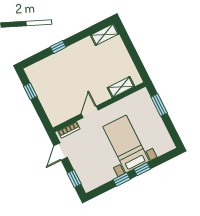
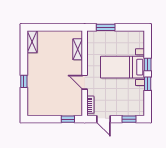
window: (30, 91) -> (68, 119), moved

